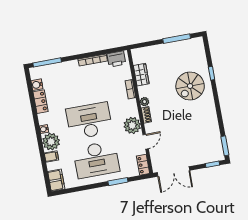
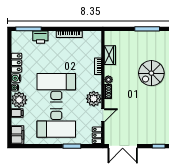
printer: (116, 59) -> (40, 37), moved
water cooler: (37, 85) -> (16, 78), moved

